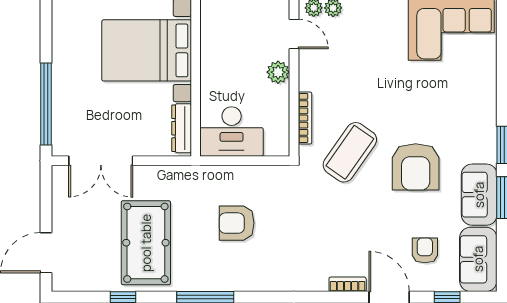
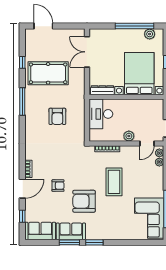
plant: (63, 28) -> (150, 34), added
window: (46, 104) -> (134, 26), moved
coffee table: (350, 152) -> (114, 182), moved, turned 55
armchair: (237, 223) -> (57, 116), turned 180
armchair: (425, 250) -> (58, 186), moved

